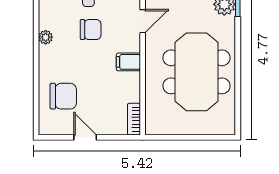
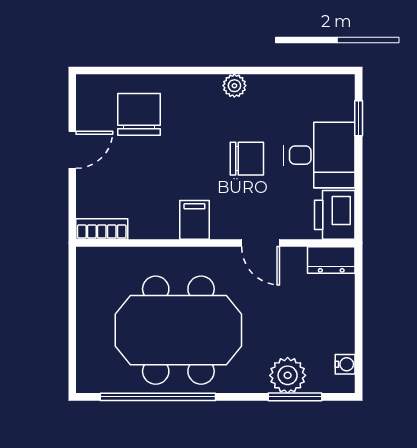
chair: (91, 30) -> (247, 159), turned -90
window: (238, 84) -> (158, 397), added
chair: (63, 96) -> (139, 114), turned 180

